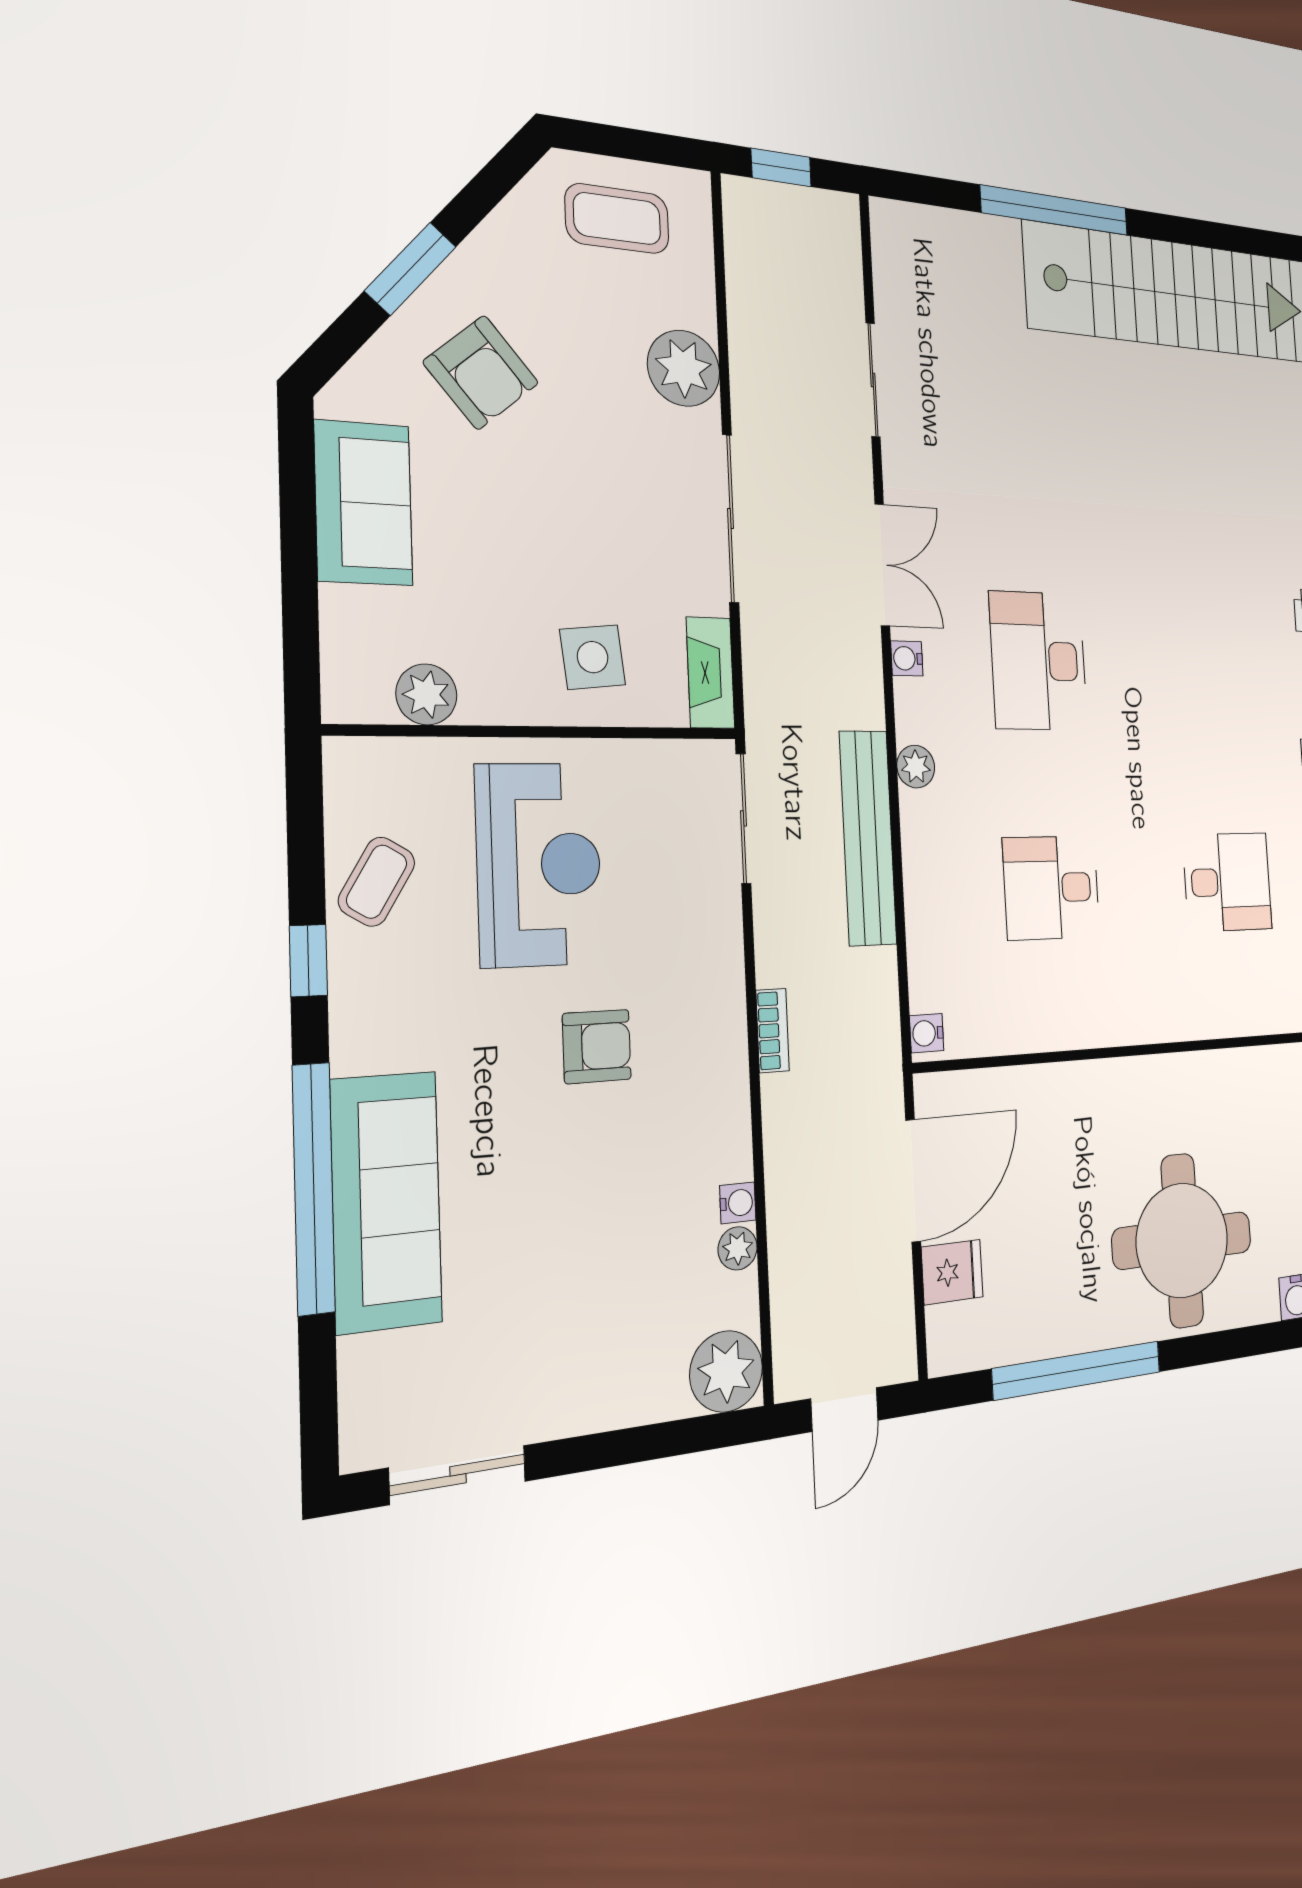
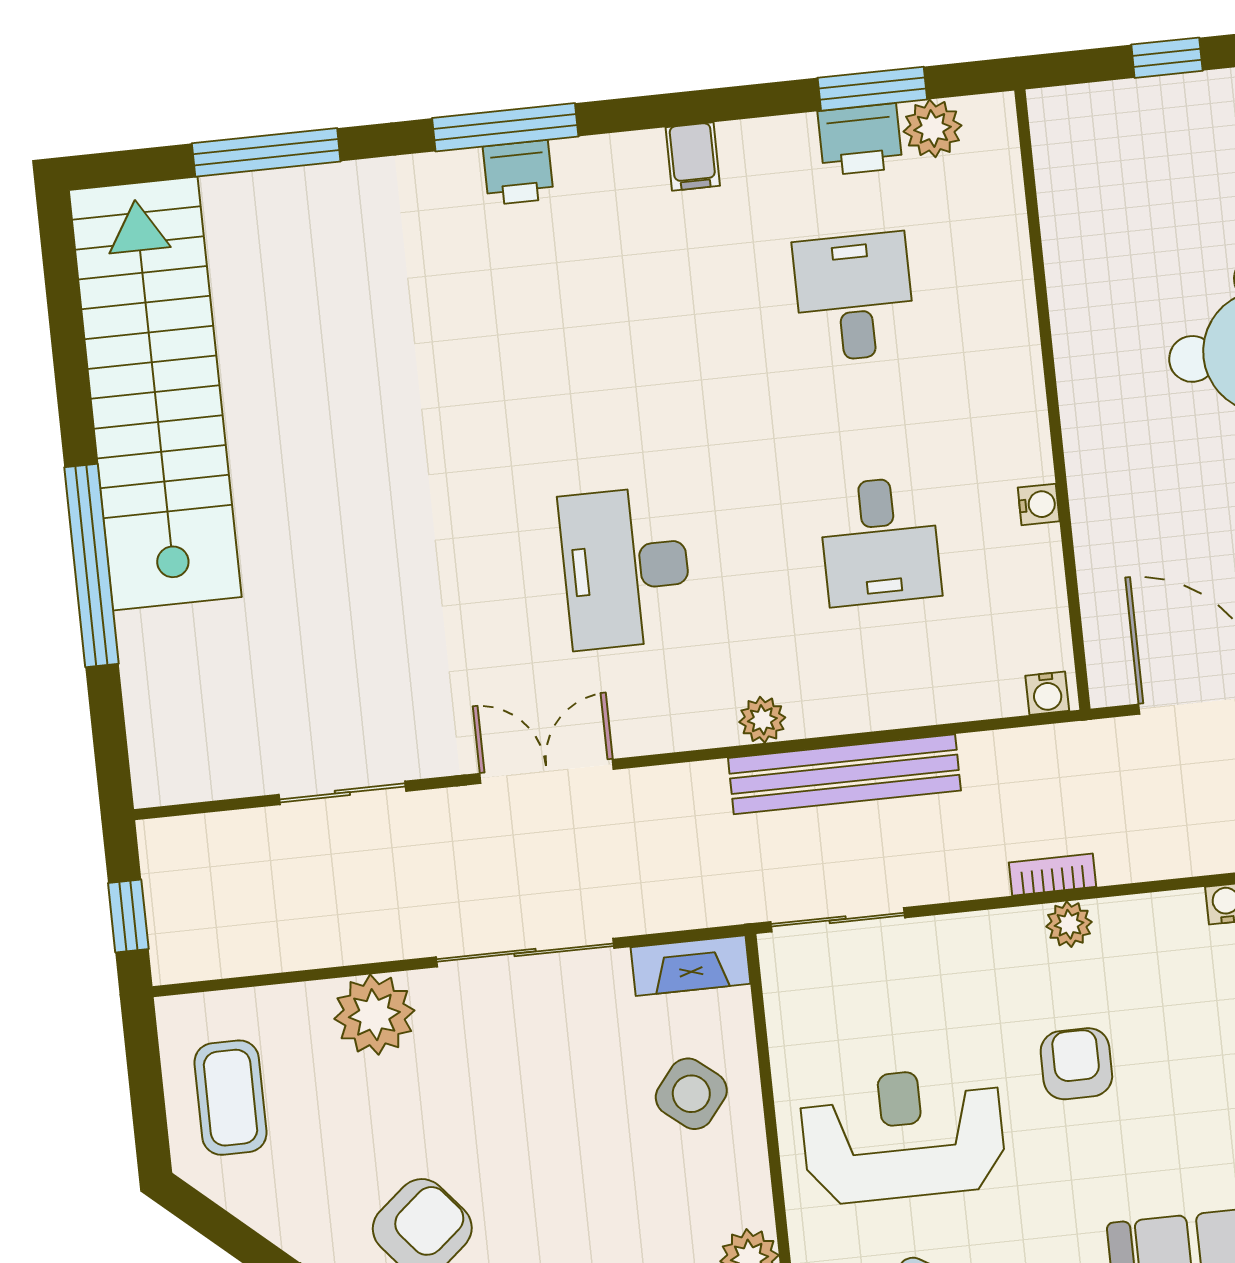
side table: (593, 657) -> (691, 1094), turned 45
water cooler: (907, 658) -> (1039, 504), moved, turned -90
desk: (1039, 661) -> (626, 568), turned 90
plant: (727, 1045) -> (1069, 924), added

